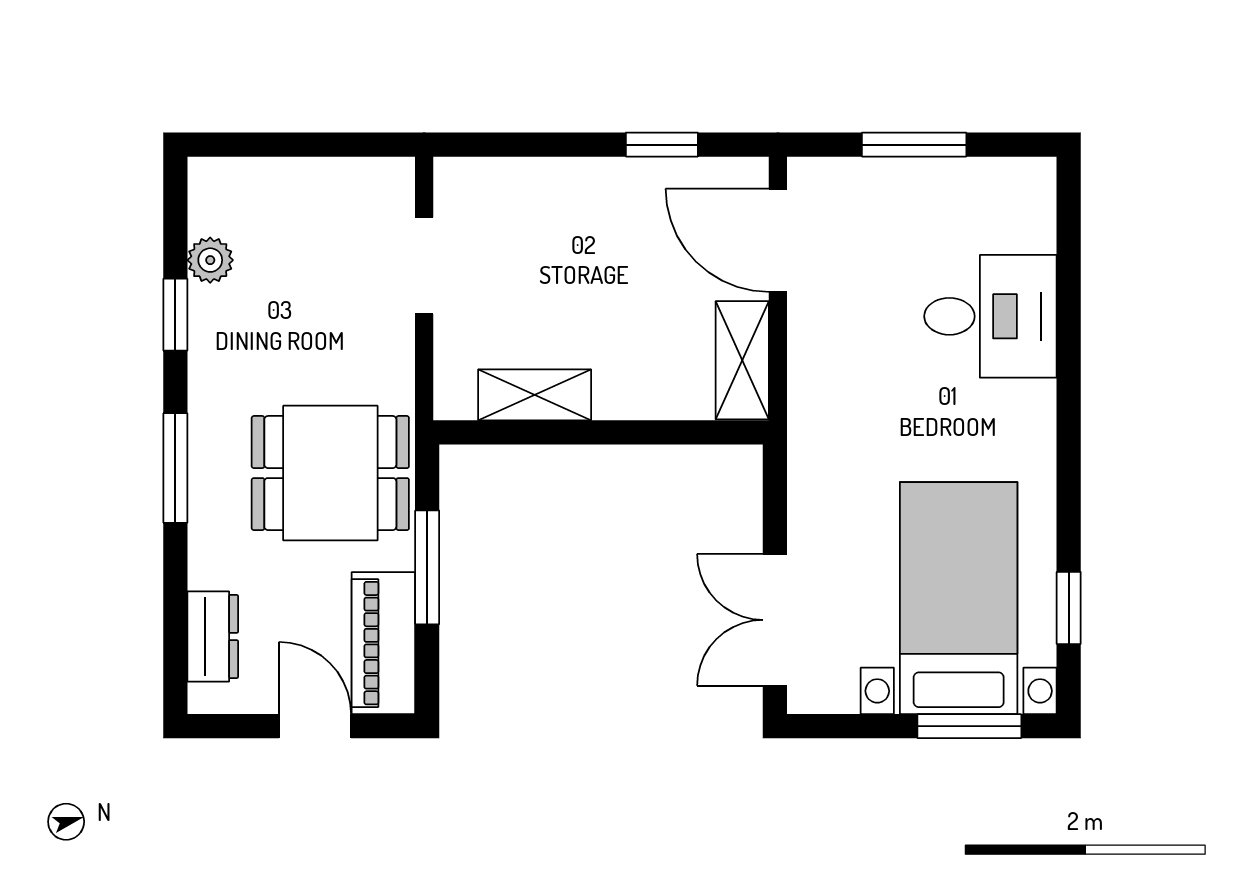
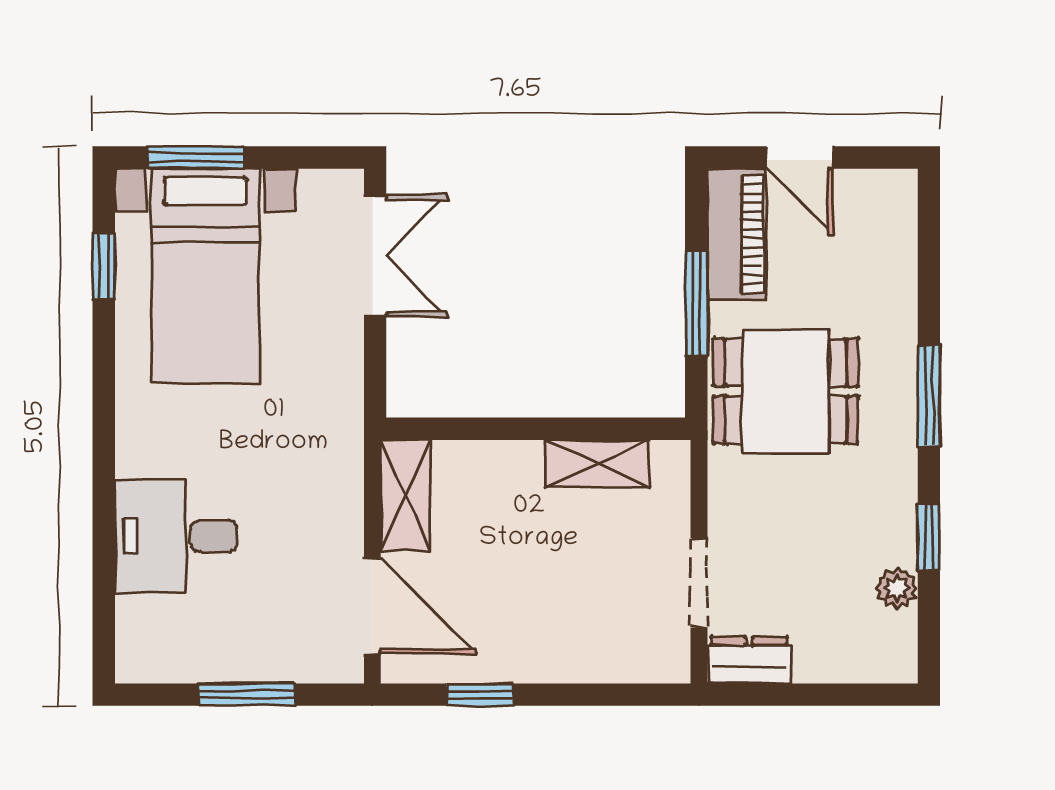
dresser: (213, 637) -> (749, 660), moved, turned 90

